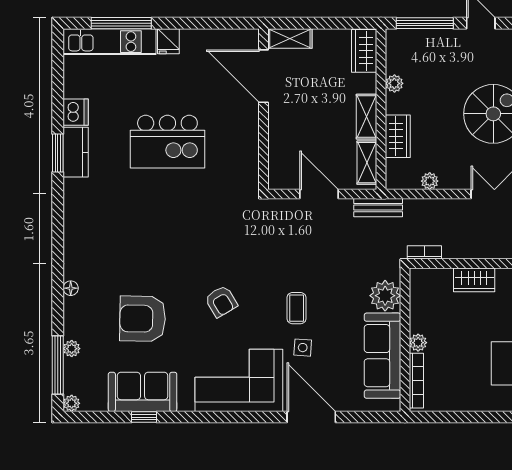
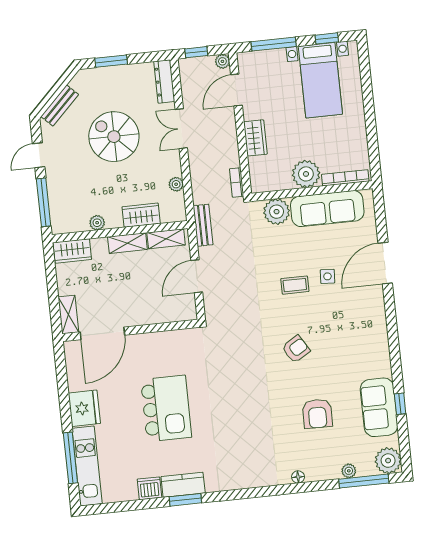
fridge: (168, 41) -> (84, 408), width x1.88, depth x1.34
armchair: (143, 319) -> (317, 414), width x0.73, depth x0.73
plant: (418, 343) -> (306, 174), width x1.88, depth x1.88
corner sofa: (239, 380) -> (361, 327), removed
plant: (72, 403) -> (388, 461), width x1.87, depth x1.87

